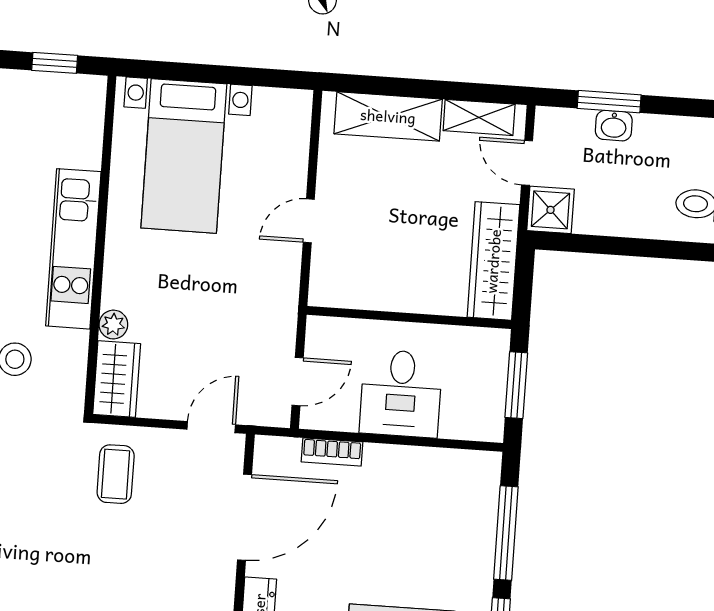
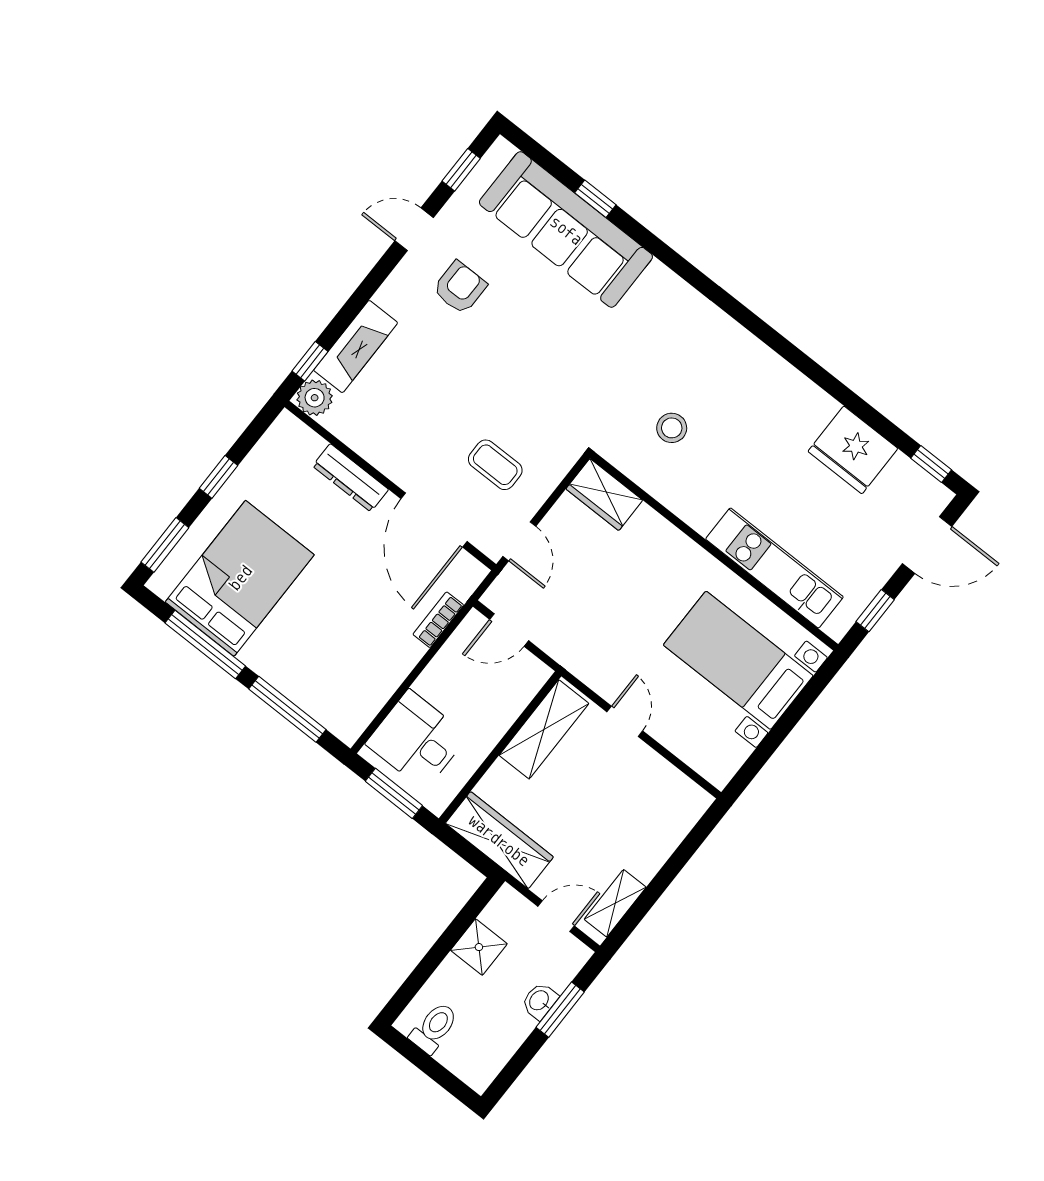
shelving: (388, 116) -> (544, 729), moved
shower: (550, 210) -> (479, 947), moved
kitchen unit: (73, 249) -> (774, 568), moved
plant: (113, 325) -> (647, 520), removed
door: (298, 382) -> (509, 630), hinge flipped
desk: (401, 393) -> (417, 740), moved
coffee table: (116, 474) -> (495, 465), moved

